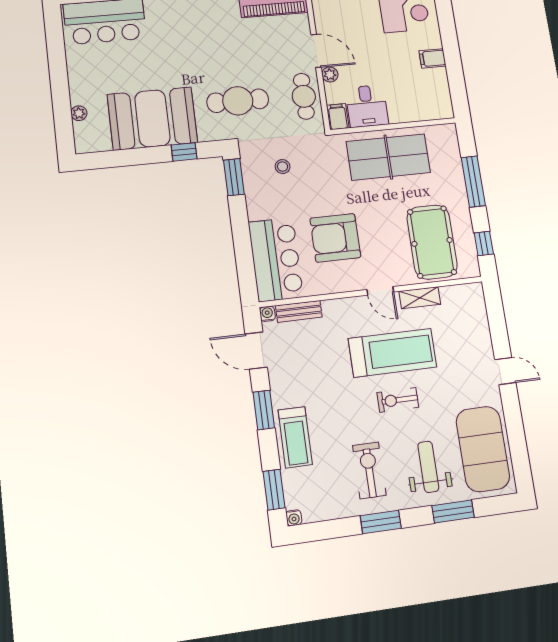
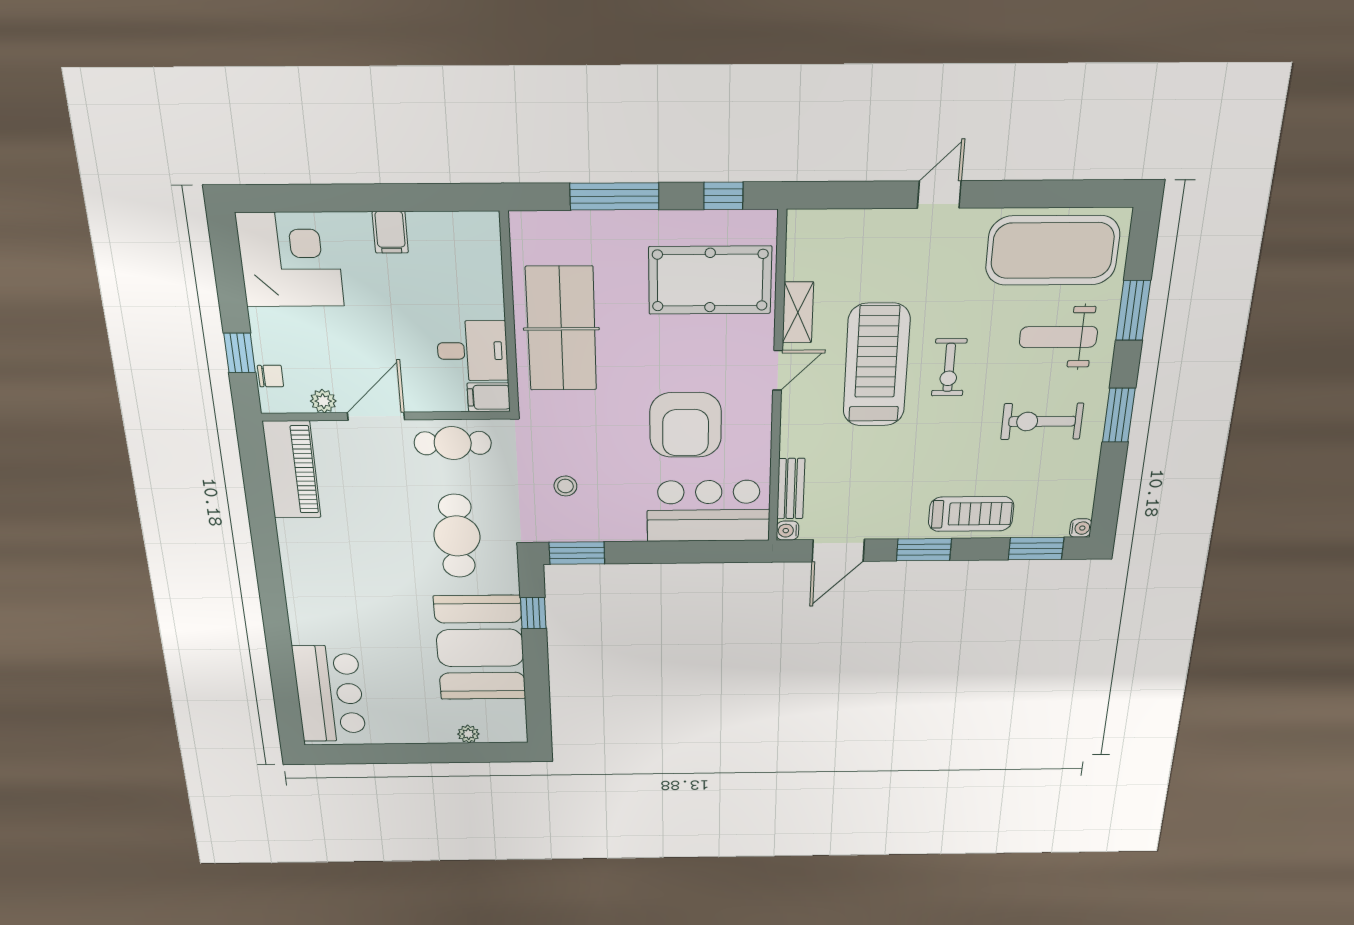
plant: (330, 74) -> (323, 401), moved

